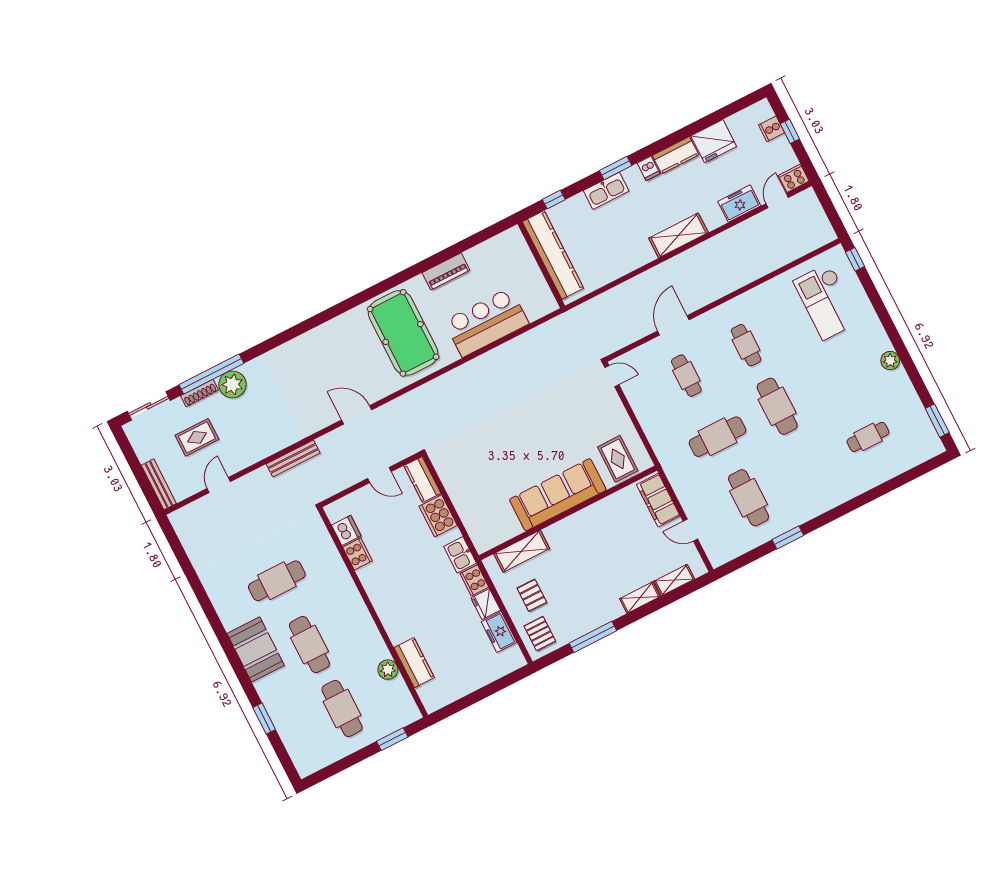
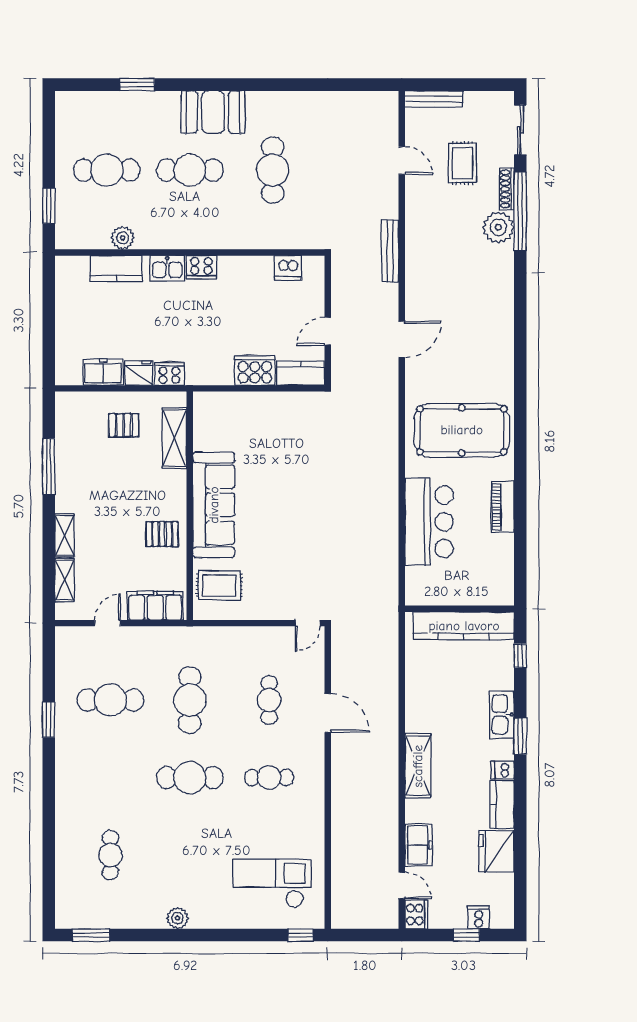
cafe table: (686, 376) -> (269, 700), turned 90
cooker: (357, 554) -> (202, 267), moved
kitchen sink: (460, 555) -> (167, 268), moved, turned 180
pallet: (540, 634) -> (162, 534), moved

